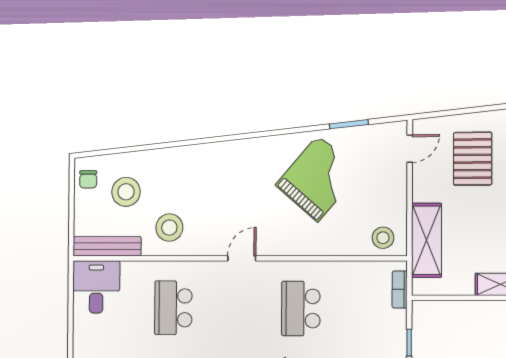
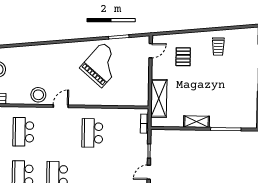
pallet: (473, 159) -> (183, 57), width x0.67, depth x0.71
stool: (169, 228) -> (38, 95), moved
stool: (383, 238) -> (136, 97), removed

